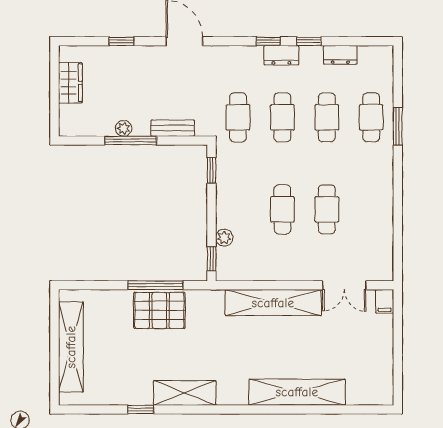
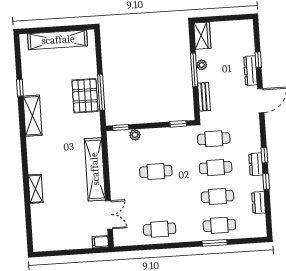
dresser: (137, 54) -> (250, 71), added
wardrobe: (70, 83) -> (202, 36), moved, turned -90
cafe table: (327, 209) -> (160, 229), moved
double door: (344, 285) -> (109, 215), swing flipped
shelving: (297, 392) -> (36, 189), width x0.45, depth x0.75

